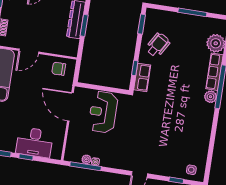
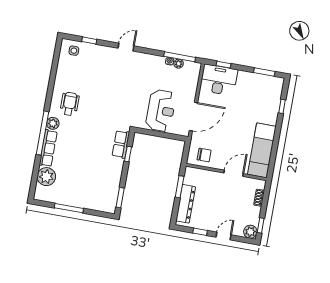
window: (84, 25) -> (180, 187), moved
wheelchair: (158, 45) -> (70, 104), moved, turned 149
door: (70, 107) -> (193, 117), hinge flipped
desk: (34, 142) -> (219, 80), moved
window: (26, 157) -> (224, 65), moved

